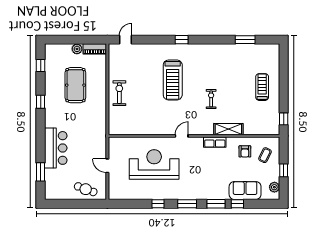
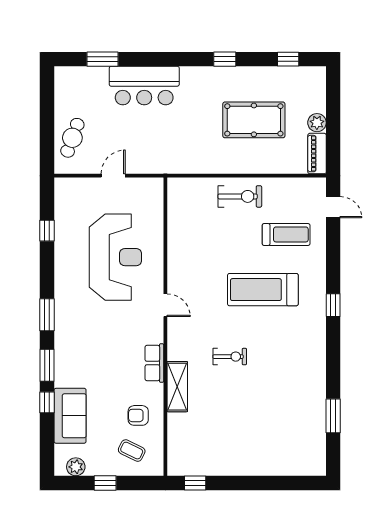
treadmill: (262, 87) -> (286, 234), moved
window: (158, 204) -> (47, 231), moved

